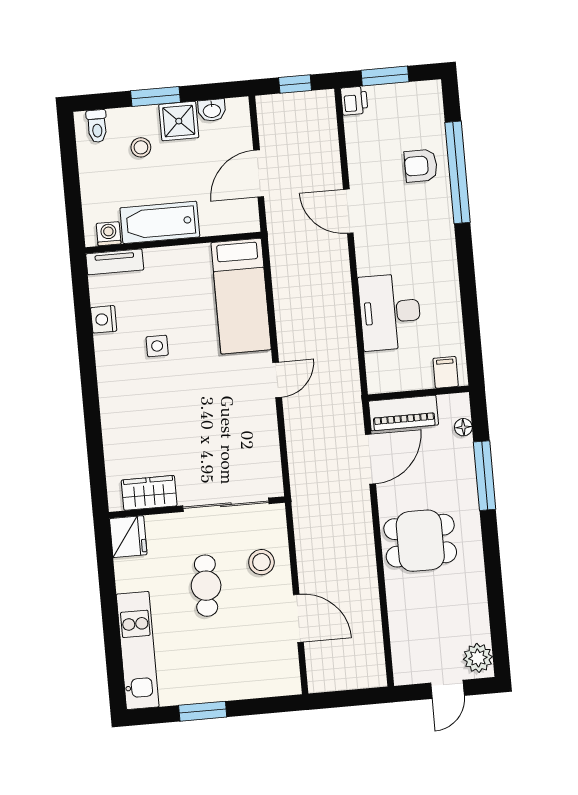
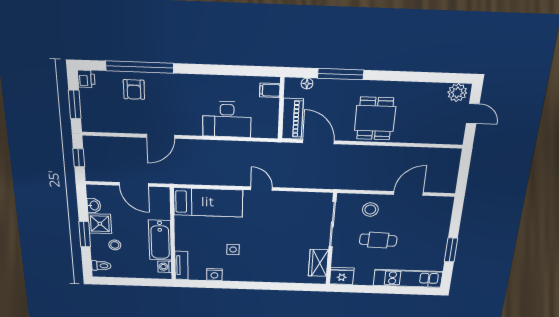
printer: (354, 101) -> (86, 79), moved, turned 90

